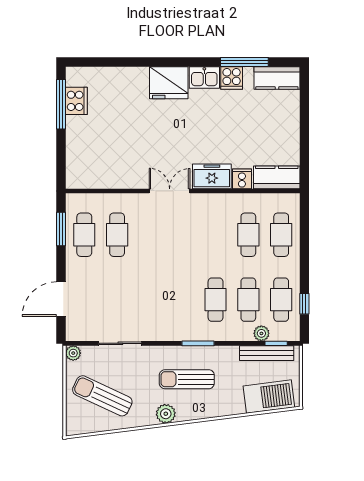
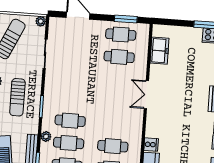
freezer: (212, 176) -> (160, 51), moved
double door: (170, 191) -> (146, 95), swing flipped
plant: (261, 333) -> (46, 137), moved
sun lounger: (187, 379) -> (17, 97), turned 180

